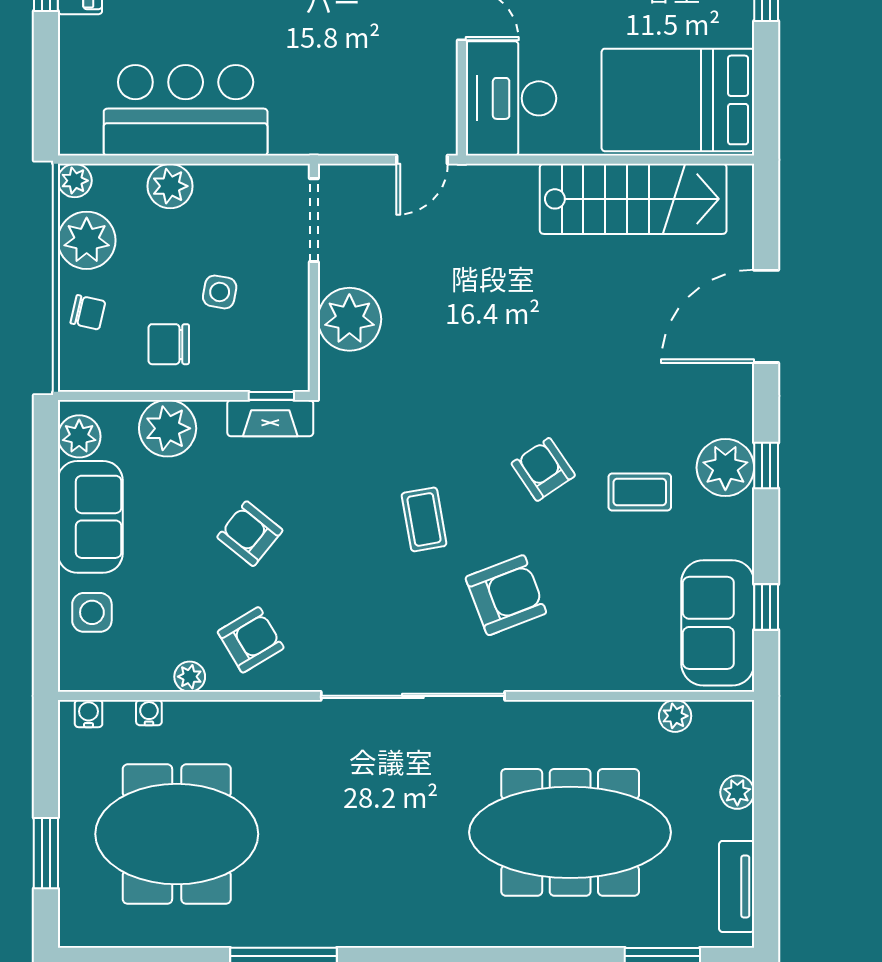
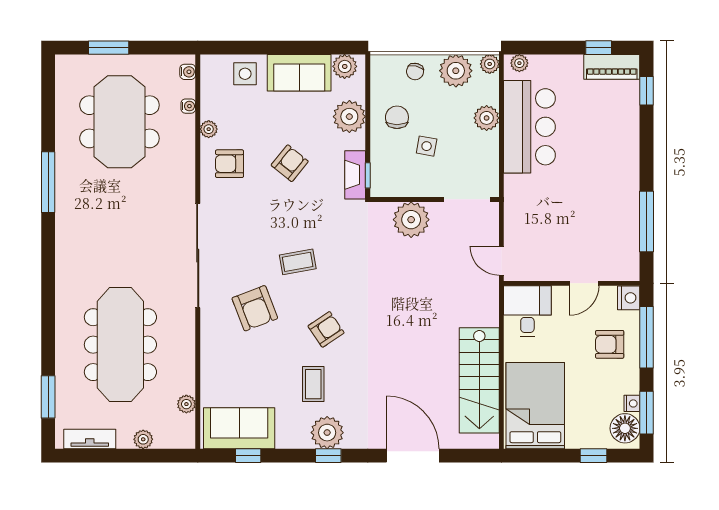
desk: (511, 98) -> (527, 311), width x0.73
plant: (73, 128) -> (519, 63), added
armchair: (251, 640) -> (230, 164), turned 121

